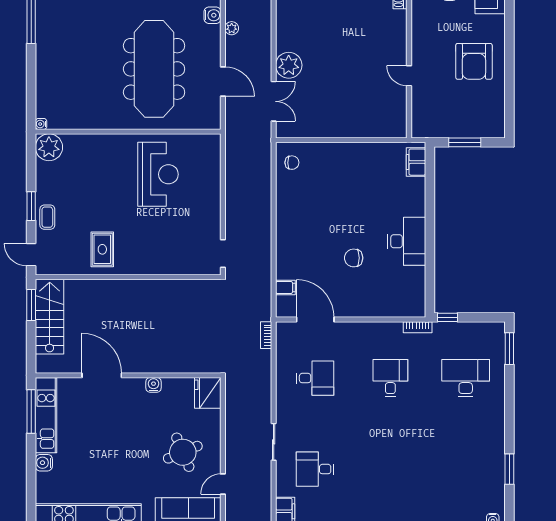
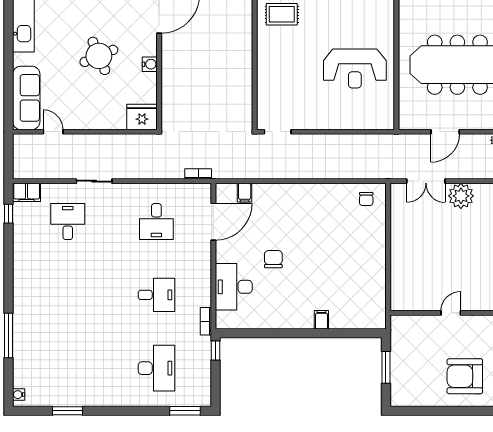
filing cabinet: (416, 162) -> (321, 320), moved, width x0.50
desk: (407, 241) -> (234, 287), moved, turned 90
round table: (183, 452) -> (99, 56), moved

